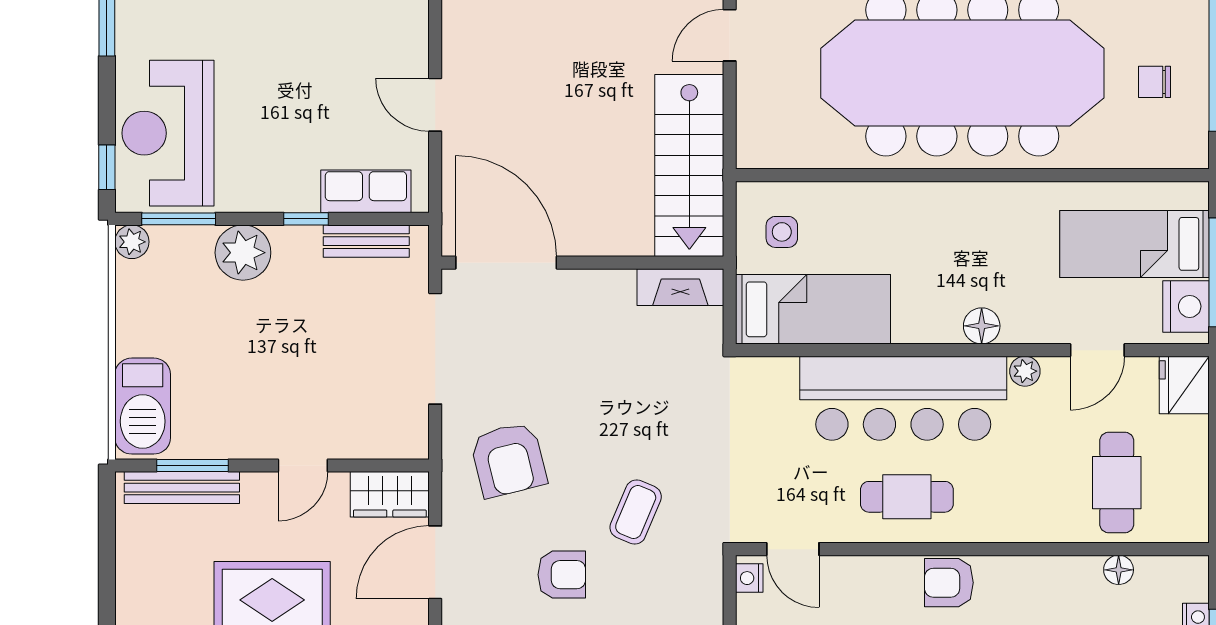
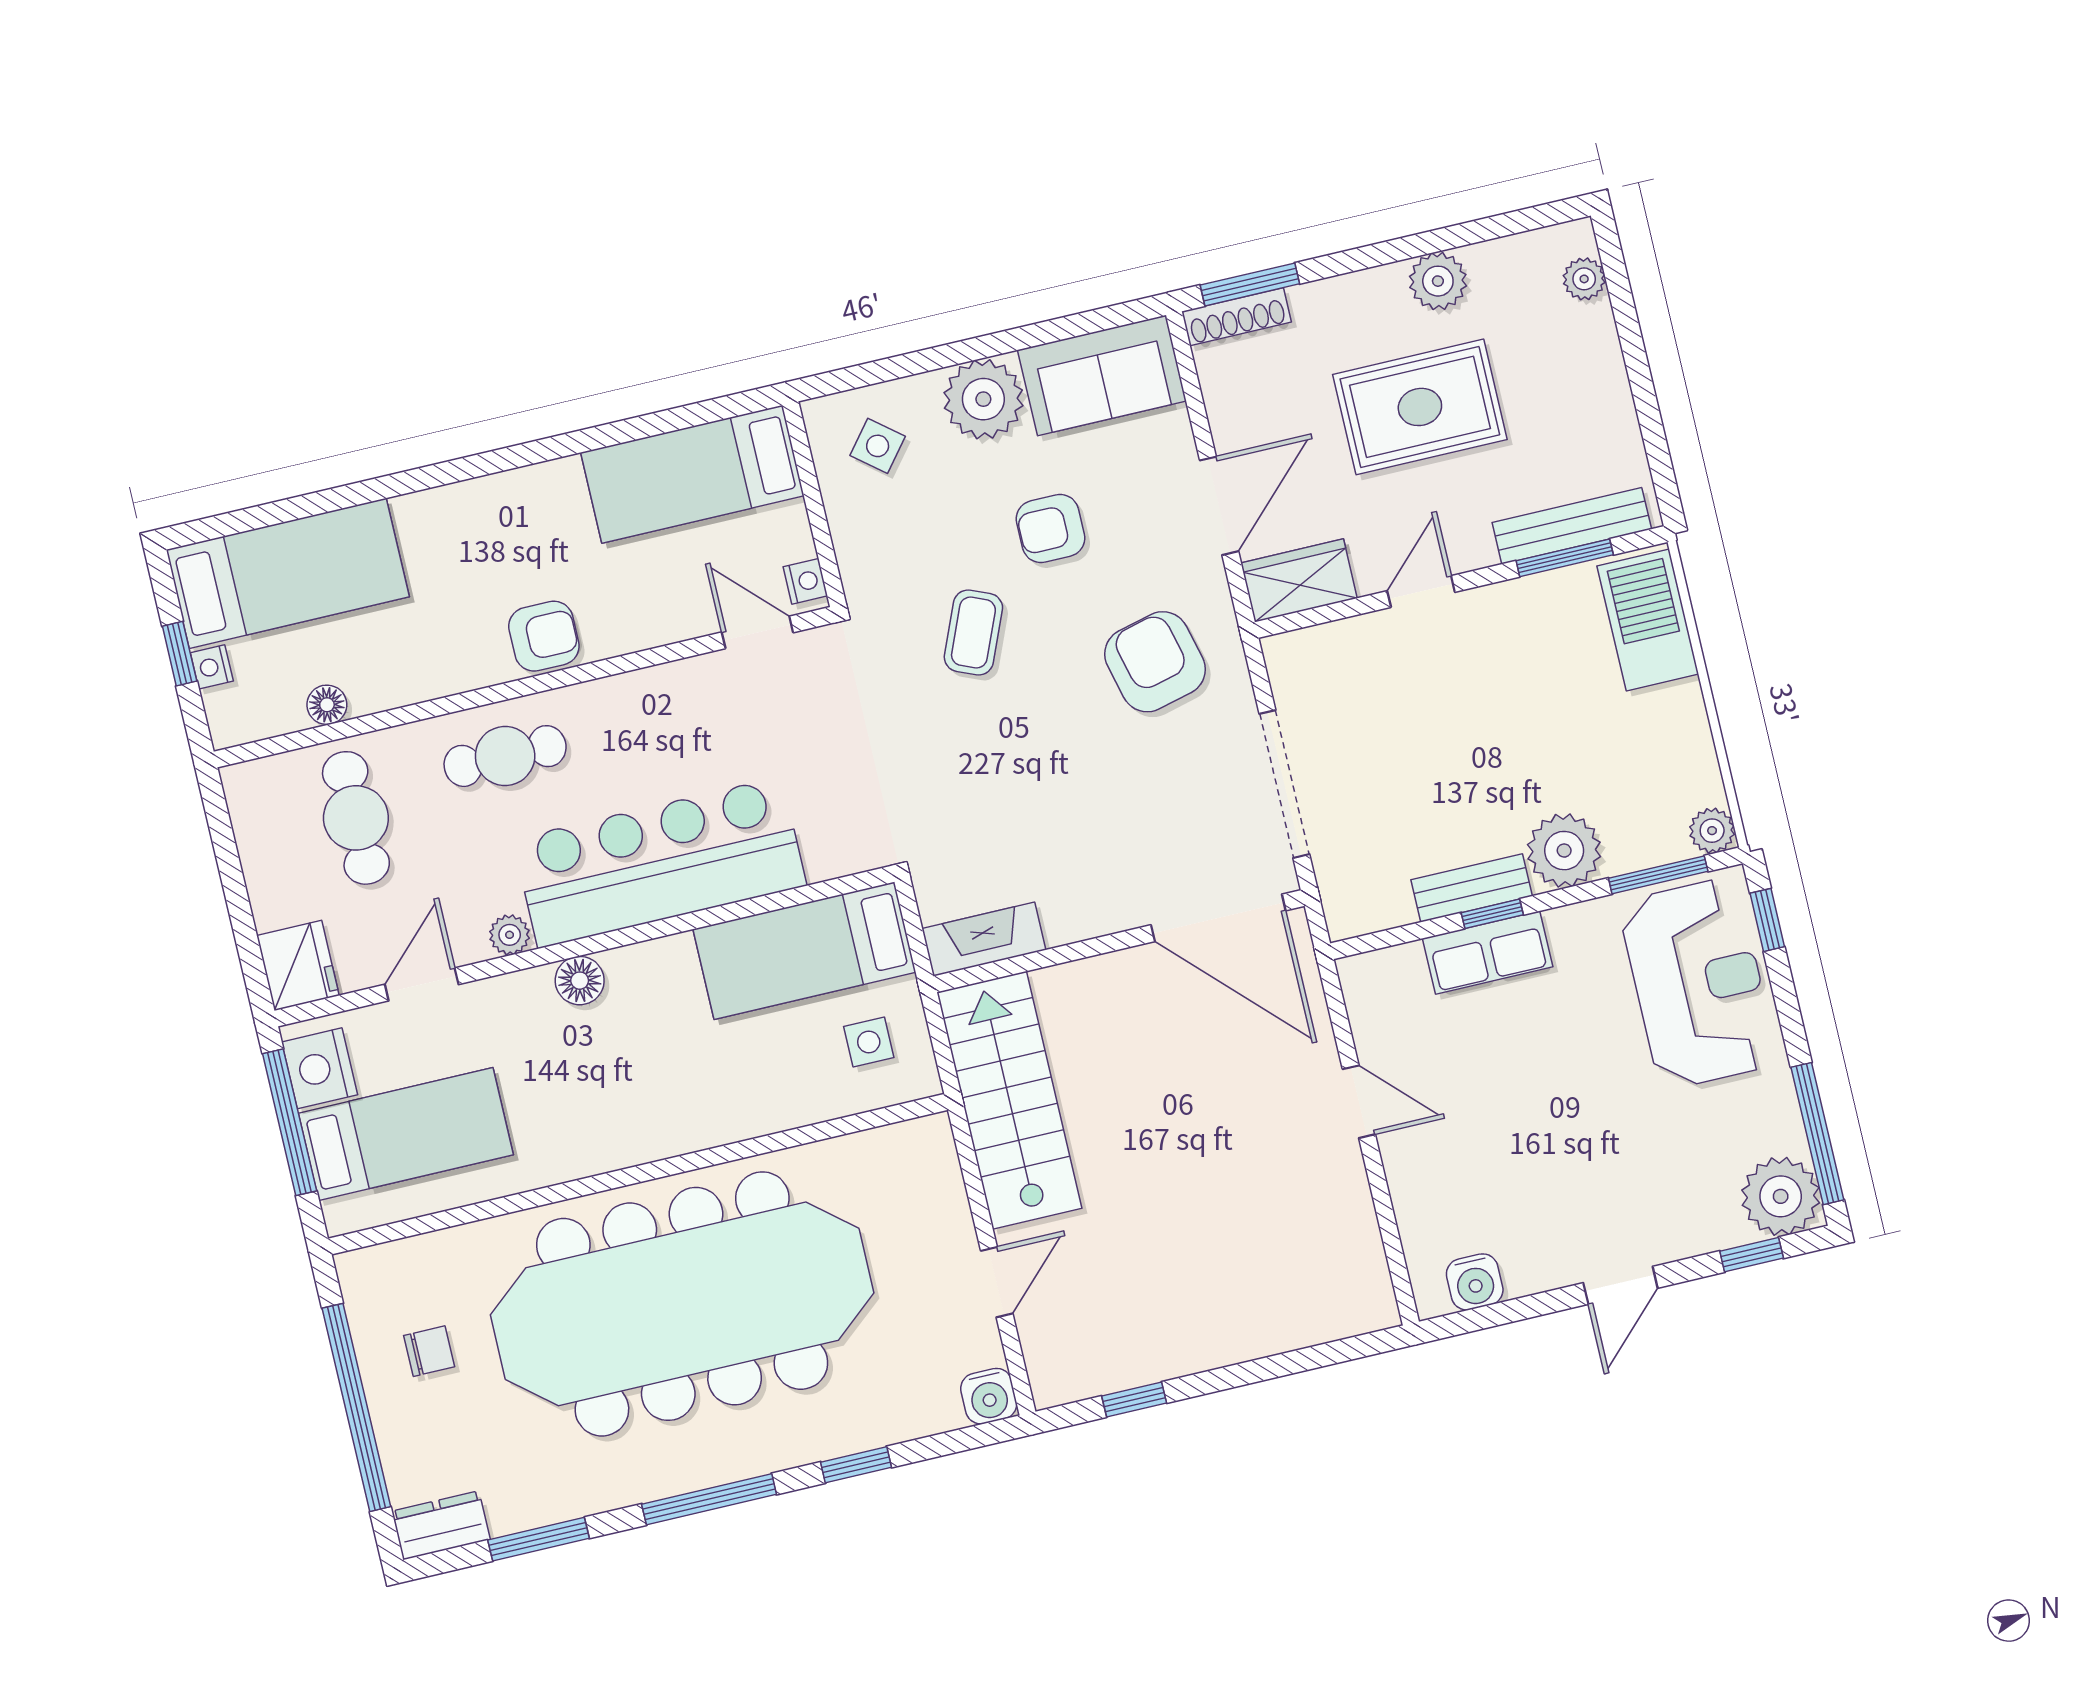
row of seats: (366, 191) -> (1488, 953), moved
bench: (366, 241) -> (1472, 888), moved
cafe table: (907, 497) -> (505, 756), moved

